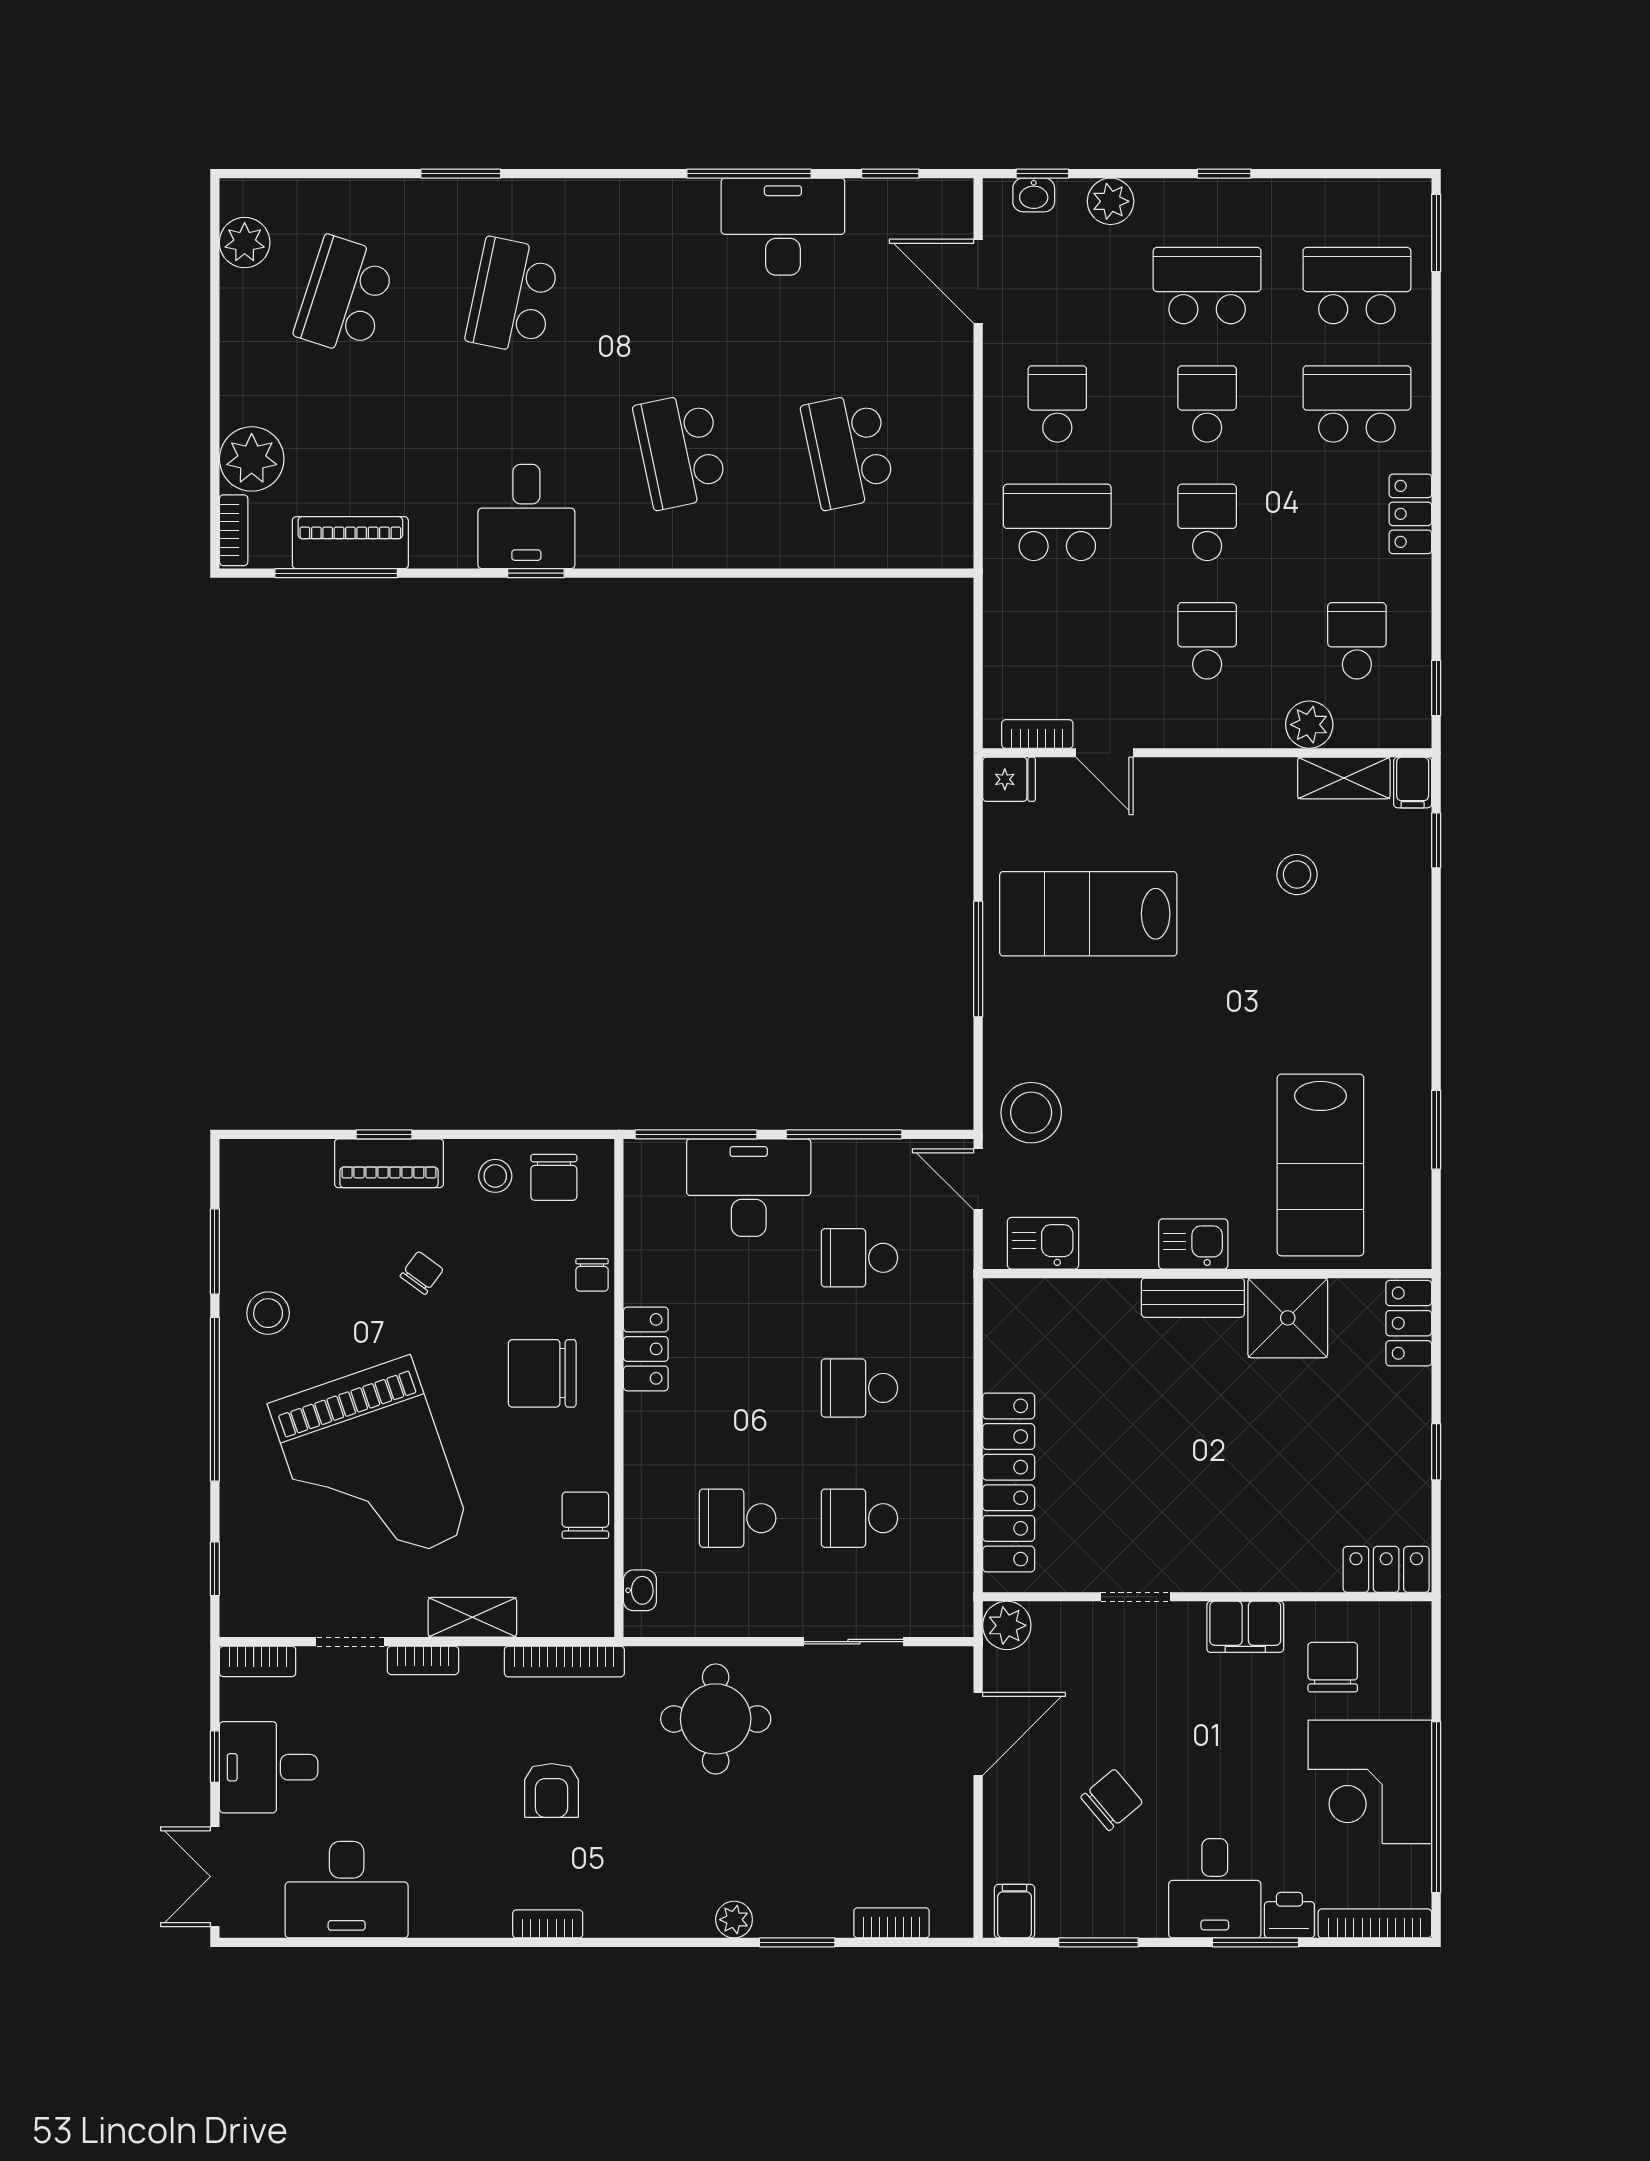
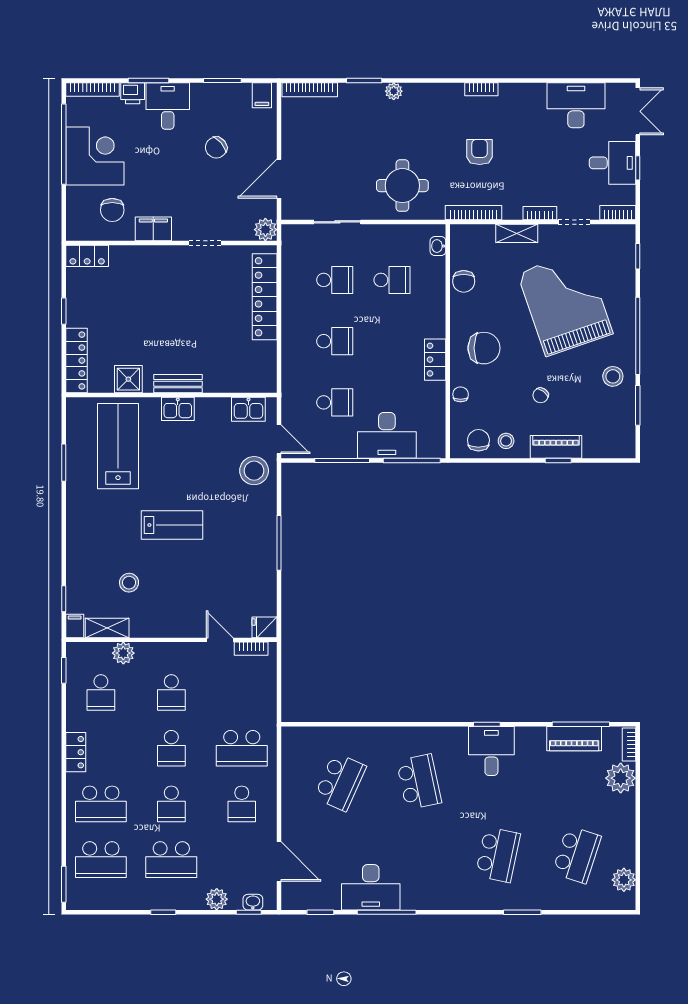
school desk: (848, 451) -> (340, 782), turned 36
lab bench: (1088, 914) -> (172, 525), moved, width x0.73, depth x0.72
shower: (1288, 1318) -> (128, 379), width x0.73, depth x0.73
locker: (1409, 1323) -> (76, 361), width x1.53
bookcase: (892, 1923) -> (310, 90), width x1.56

